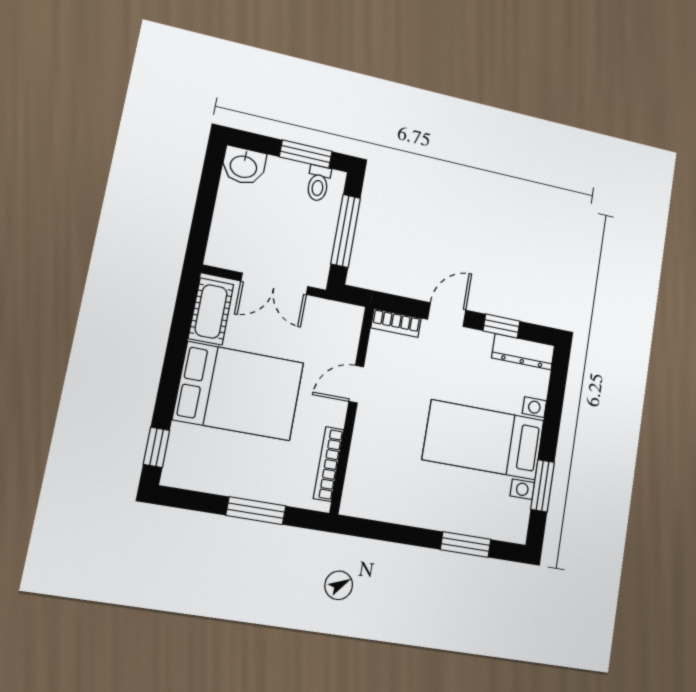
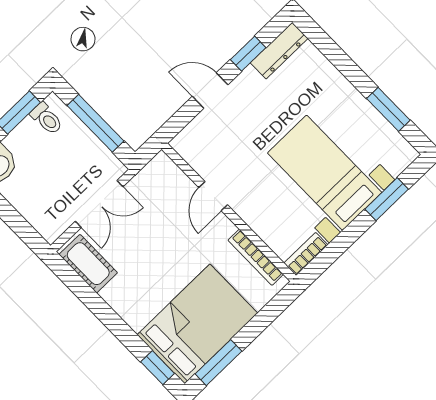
door: (447, 315) -> (210, 91), hinge flipped
bookcase: (396, 323) -> (306, 254), moved, turned 180
bed: (239, 391) -> (197, 324), moved
bed with nightstands: (484, 440) -> (325, 173), moved, turned 90
window: (256, 511) -> (219, 363), moved

